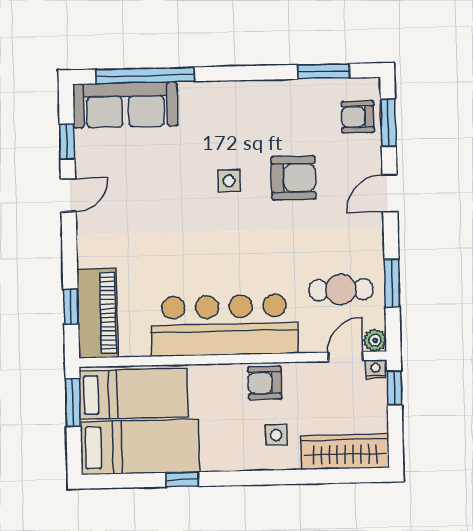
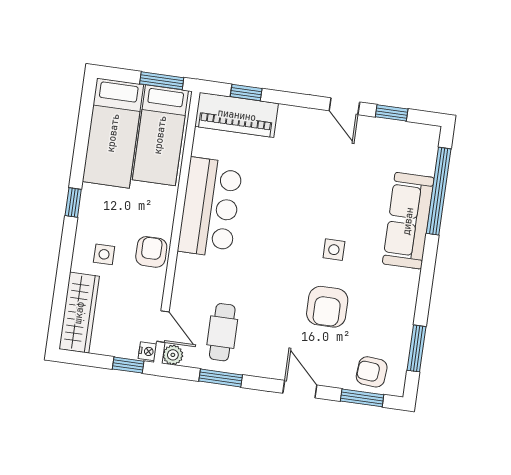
sofa: (125, 105) -> (408, 221), moved
armchair: (358, 117) -> (372, 372), turned -85
bar counter: (224, 325) -> (210, 207), width x0.73
window: (182, 479) -> (73, 202), moved

